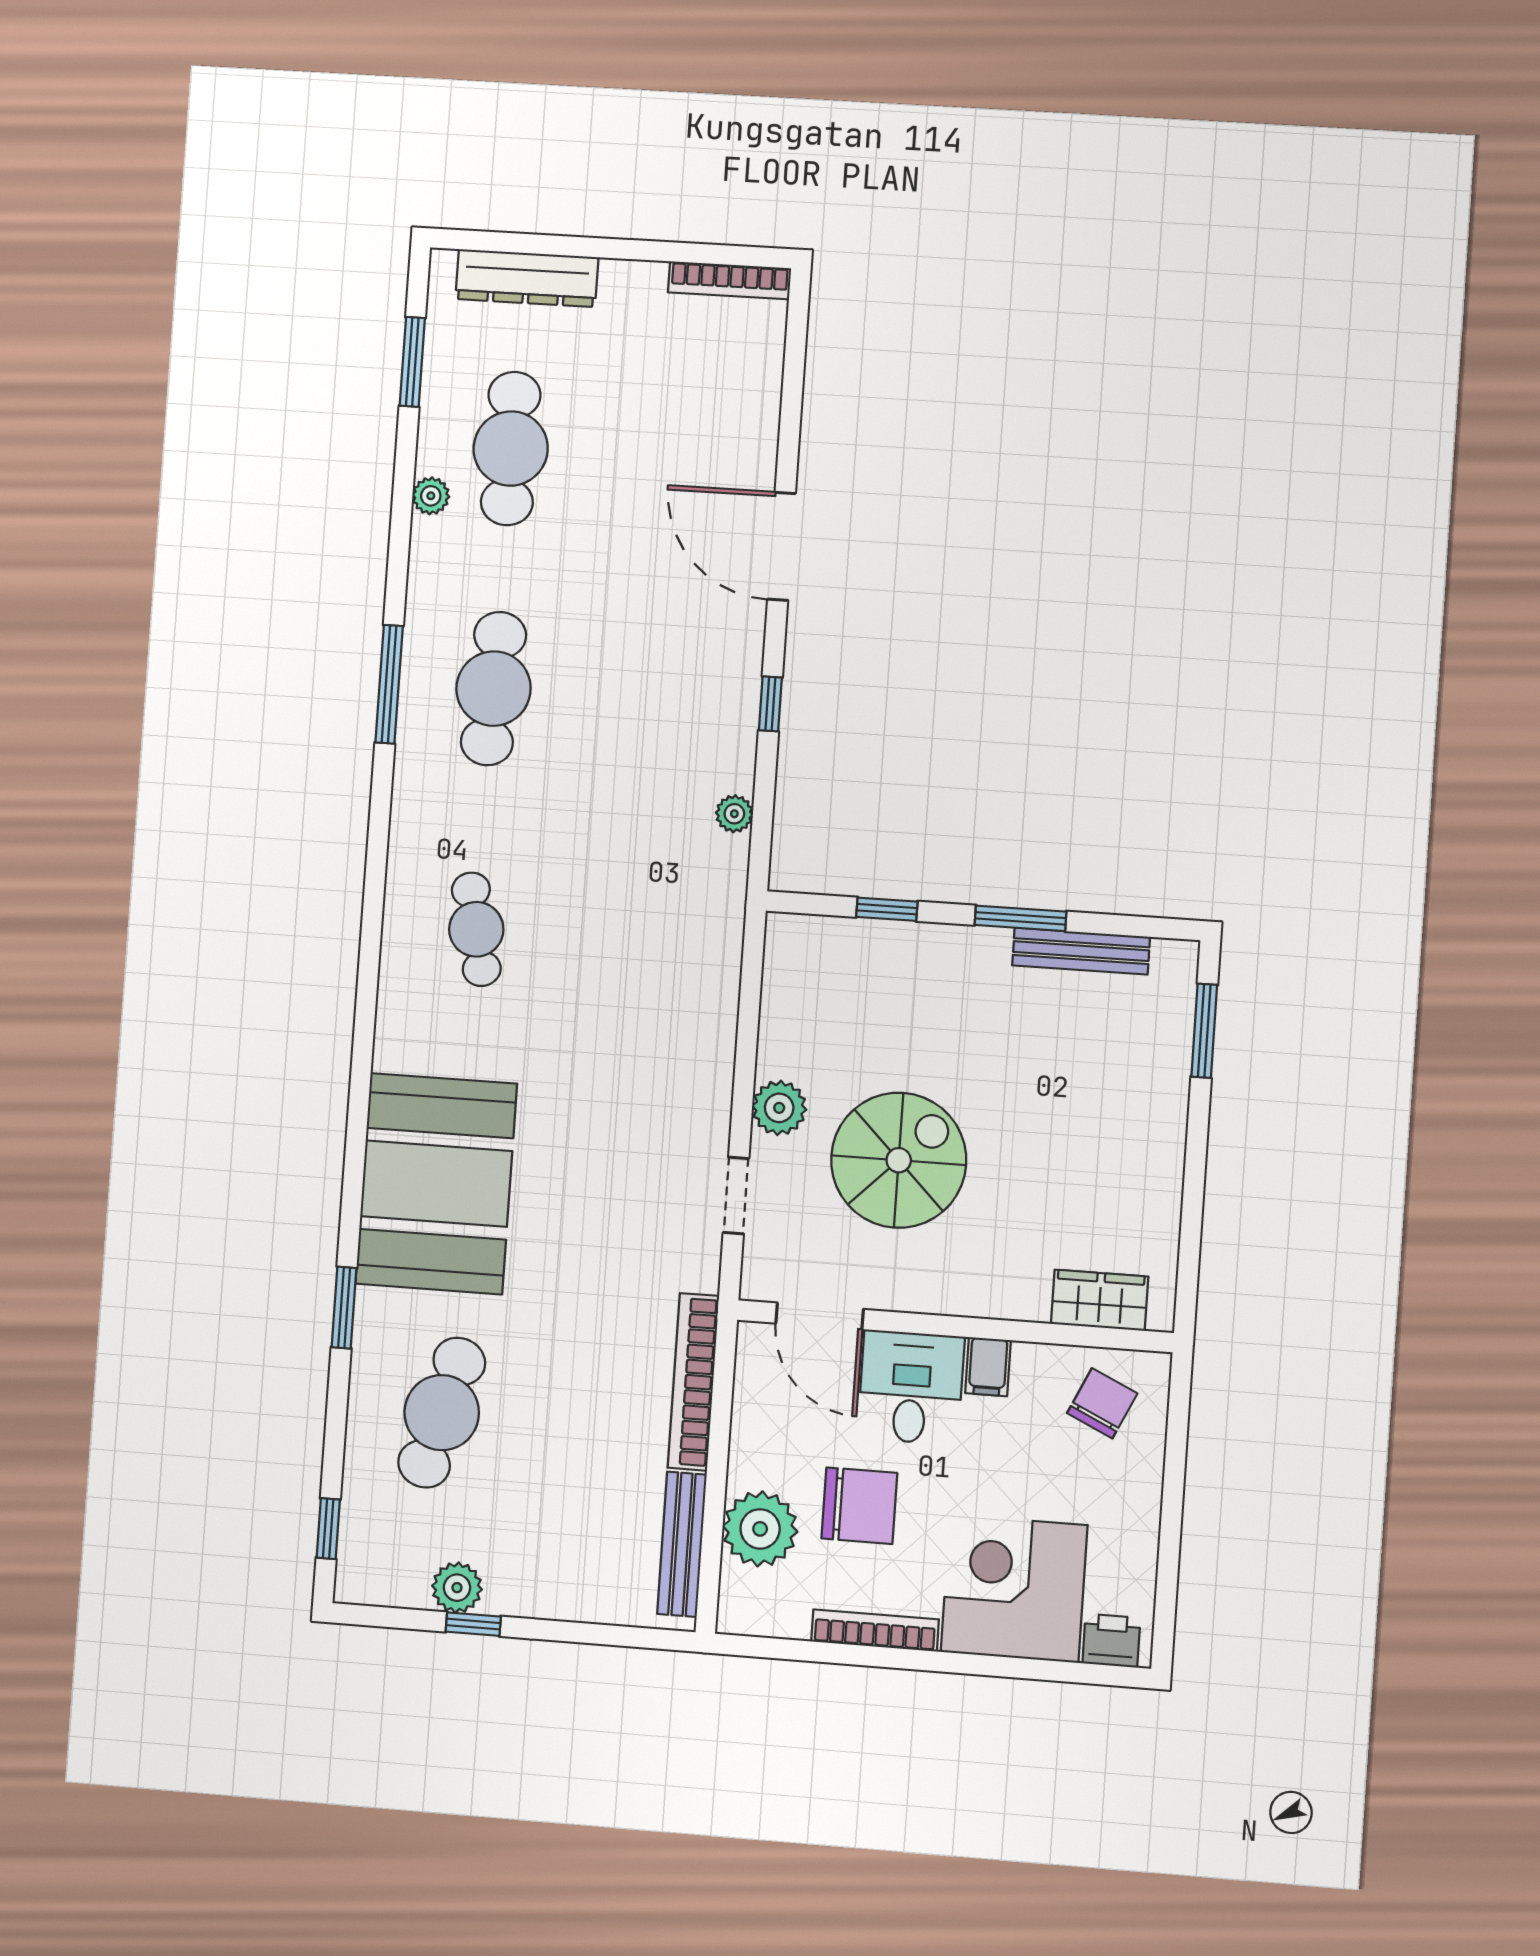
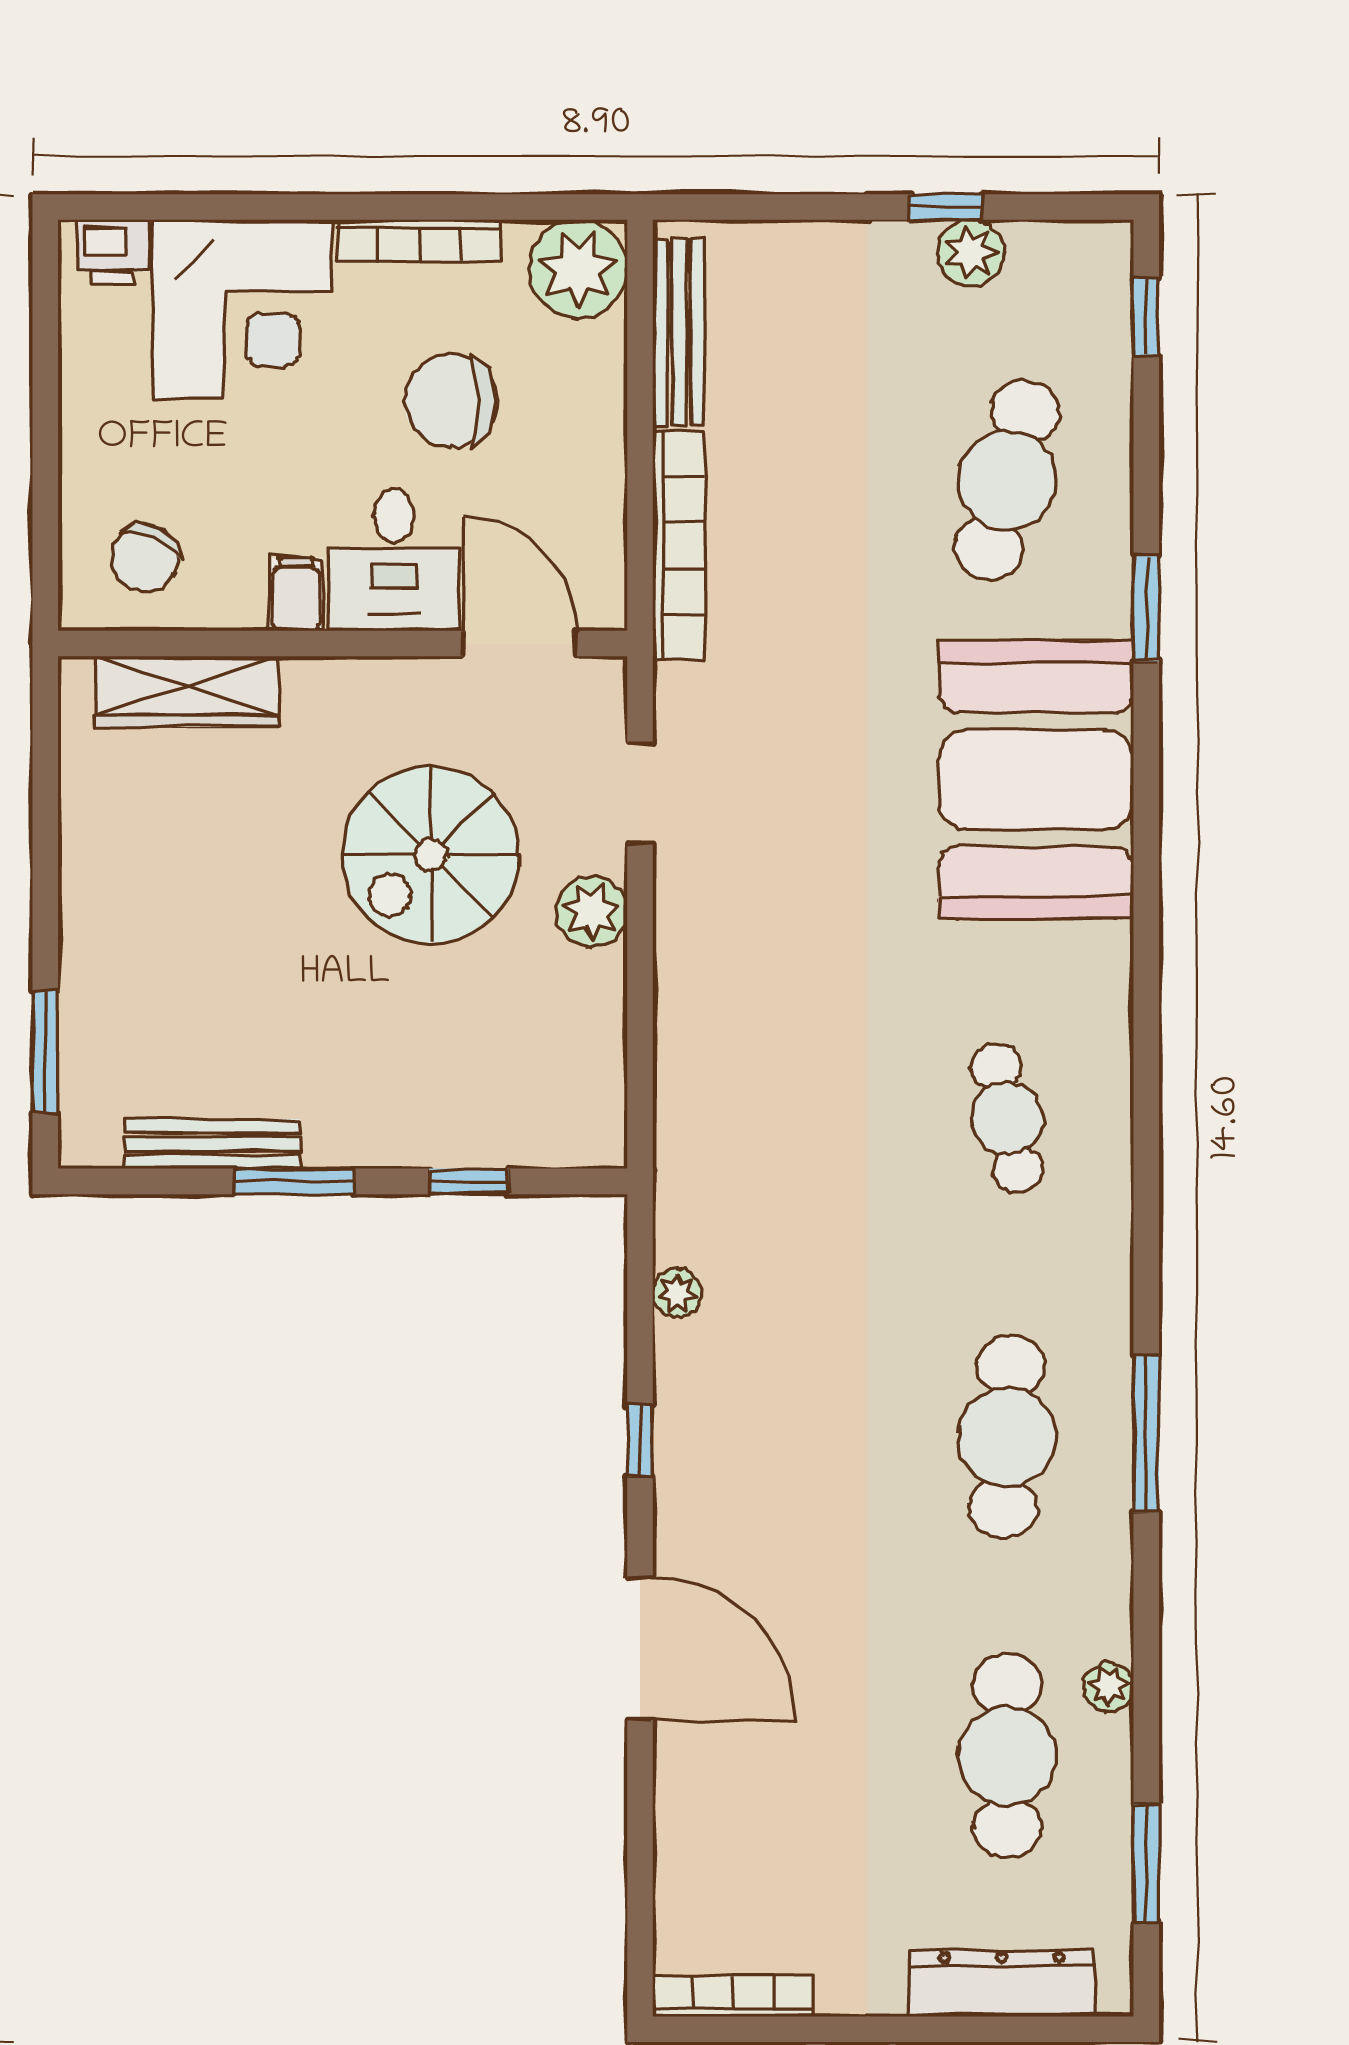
wardrobe: (1100, 1300) -> (187, 692), width x1.50
plant: (760, 1529) -> (578, 269), moved

